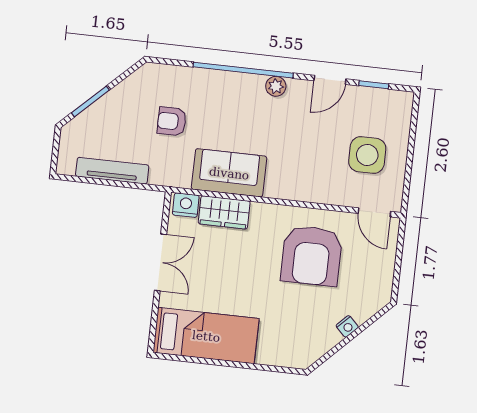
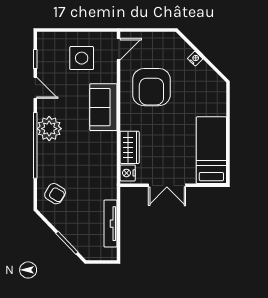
plant: (276, 86) -> (49, 129), width x1.88, depth x1.88
armchair: (172, 121) -> (55, 194), moved, turned -59
sofa: (229, 173) -> (103, 107), moved
armchair: (312, 256) -> (151, 87), turned 90
double door: (160, 262) -> (167, 185), swing flipped

